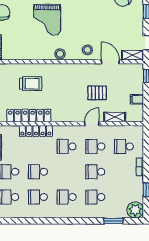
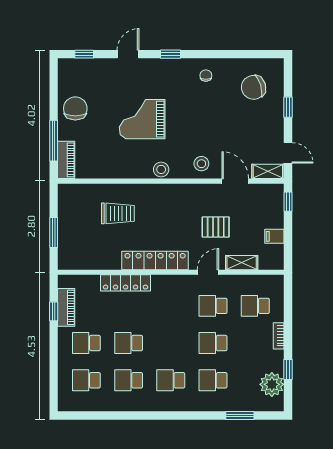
grand piano: (47, 20) -> (142, 119), turned 90
locker: (29, 116) -> (155, 260), moved
school desk: (67, 146) -> (171, 306), removed
plant: (135, 210) -> (272, 384), moved

